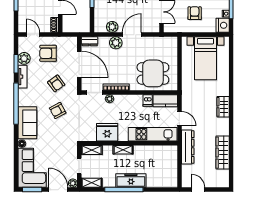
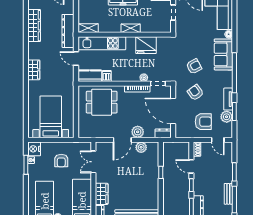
shelving: (92, 150) -> (88, 28), moved

